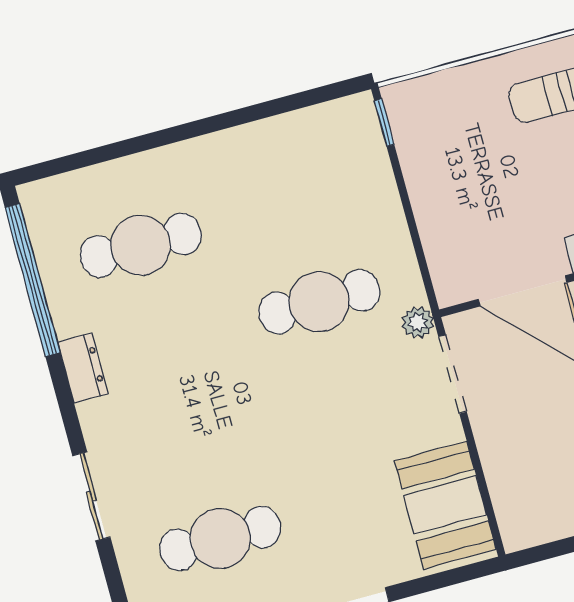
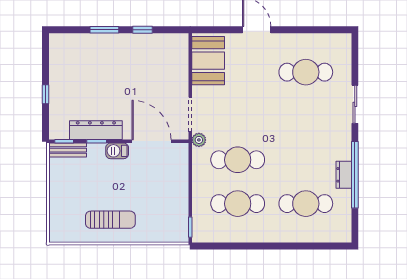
cafe table: (293, 204) -> (238, 204), added
window: (33, 280) -> (355, 175), moved
dresser: (83, 368) -> (344, 175), moved

